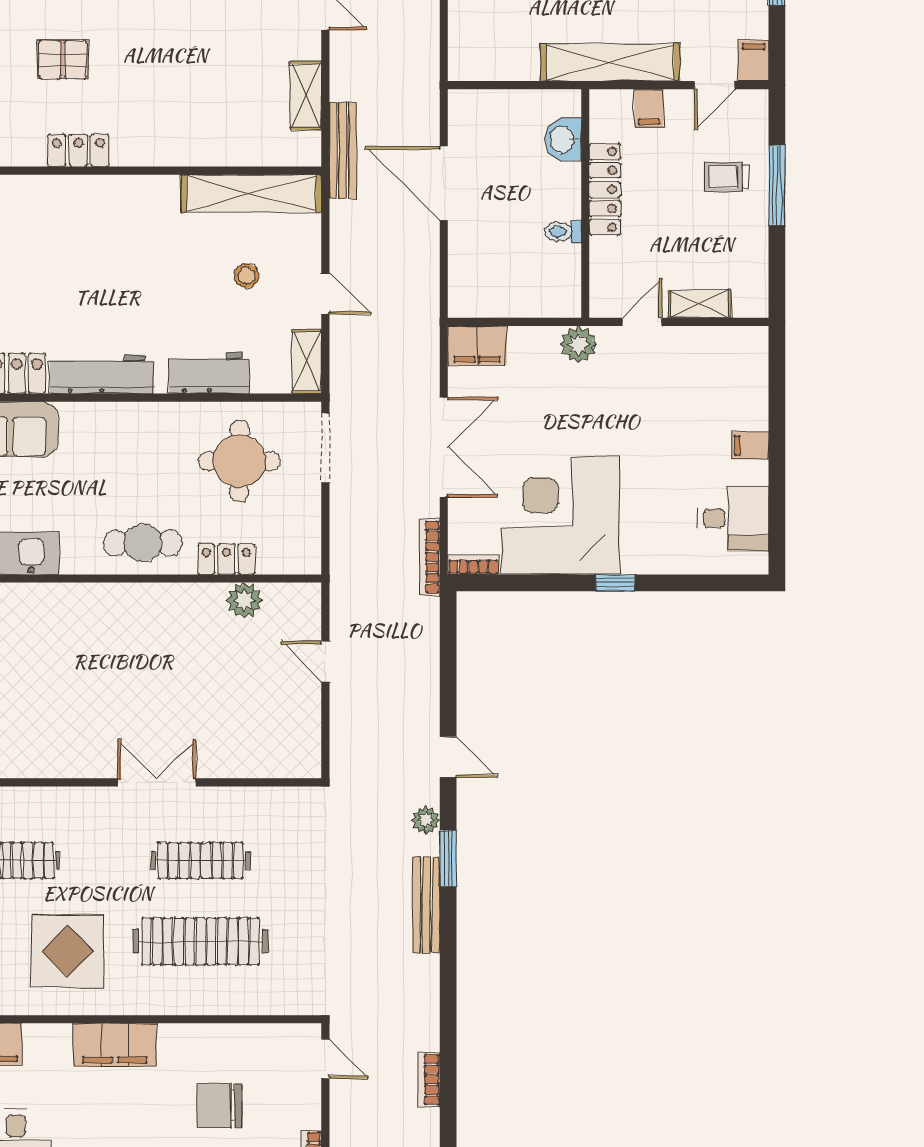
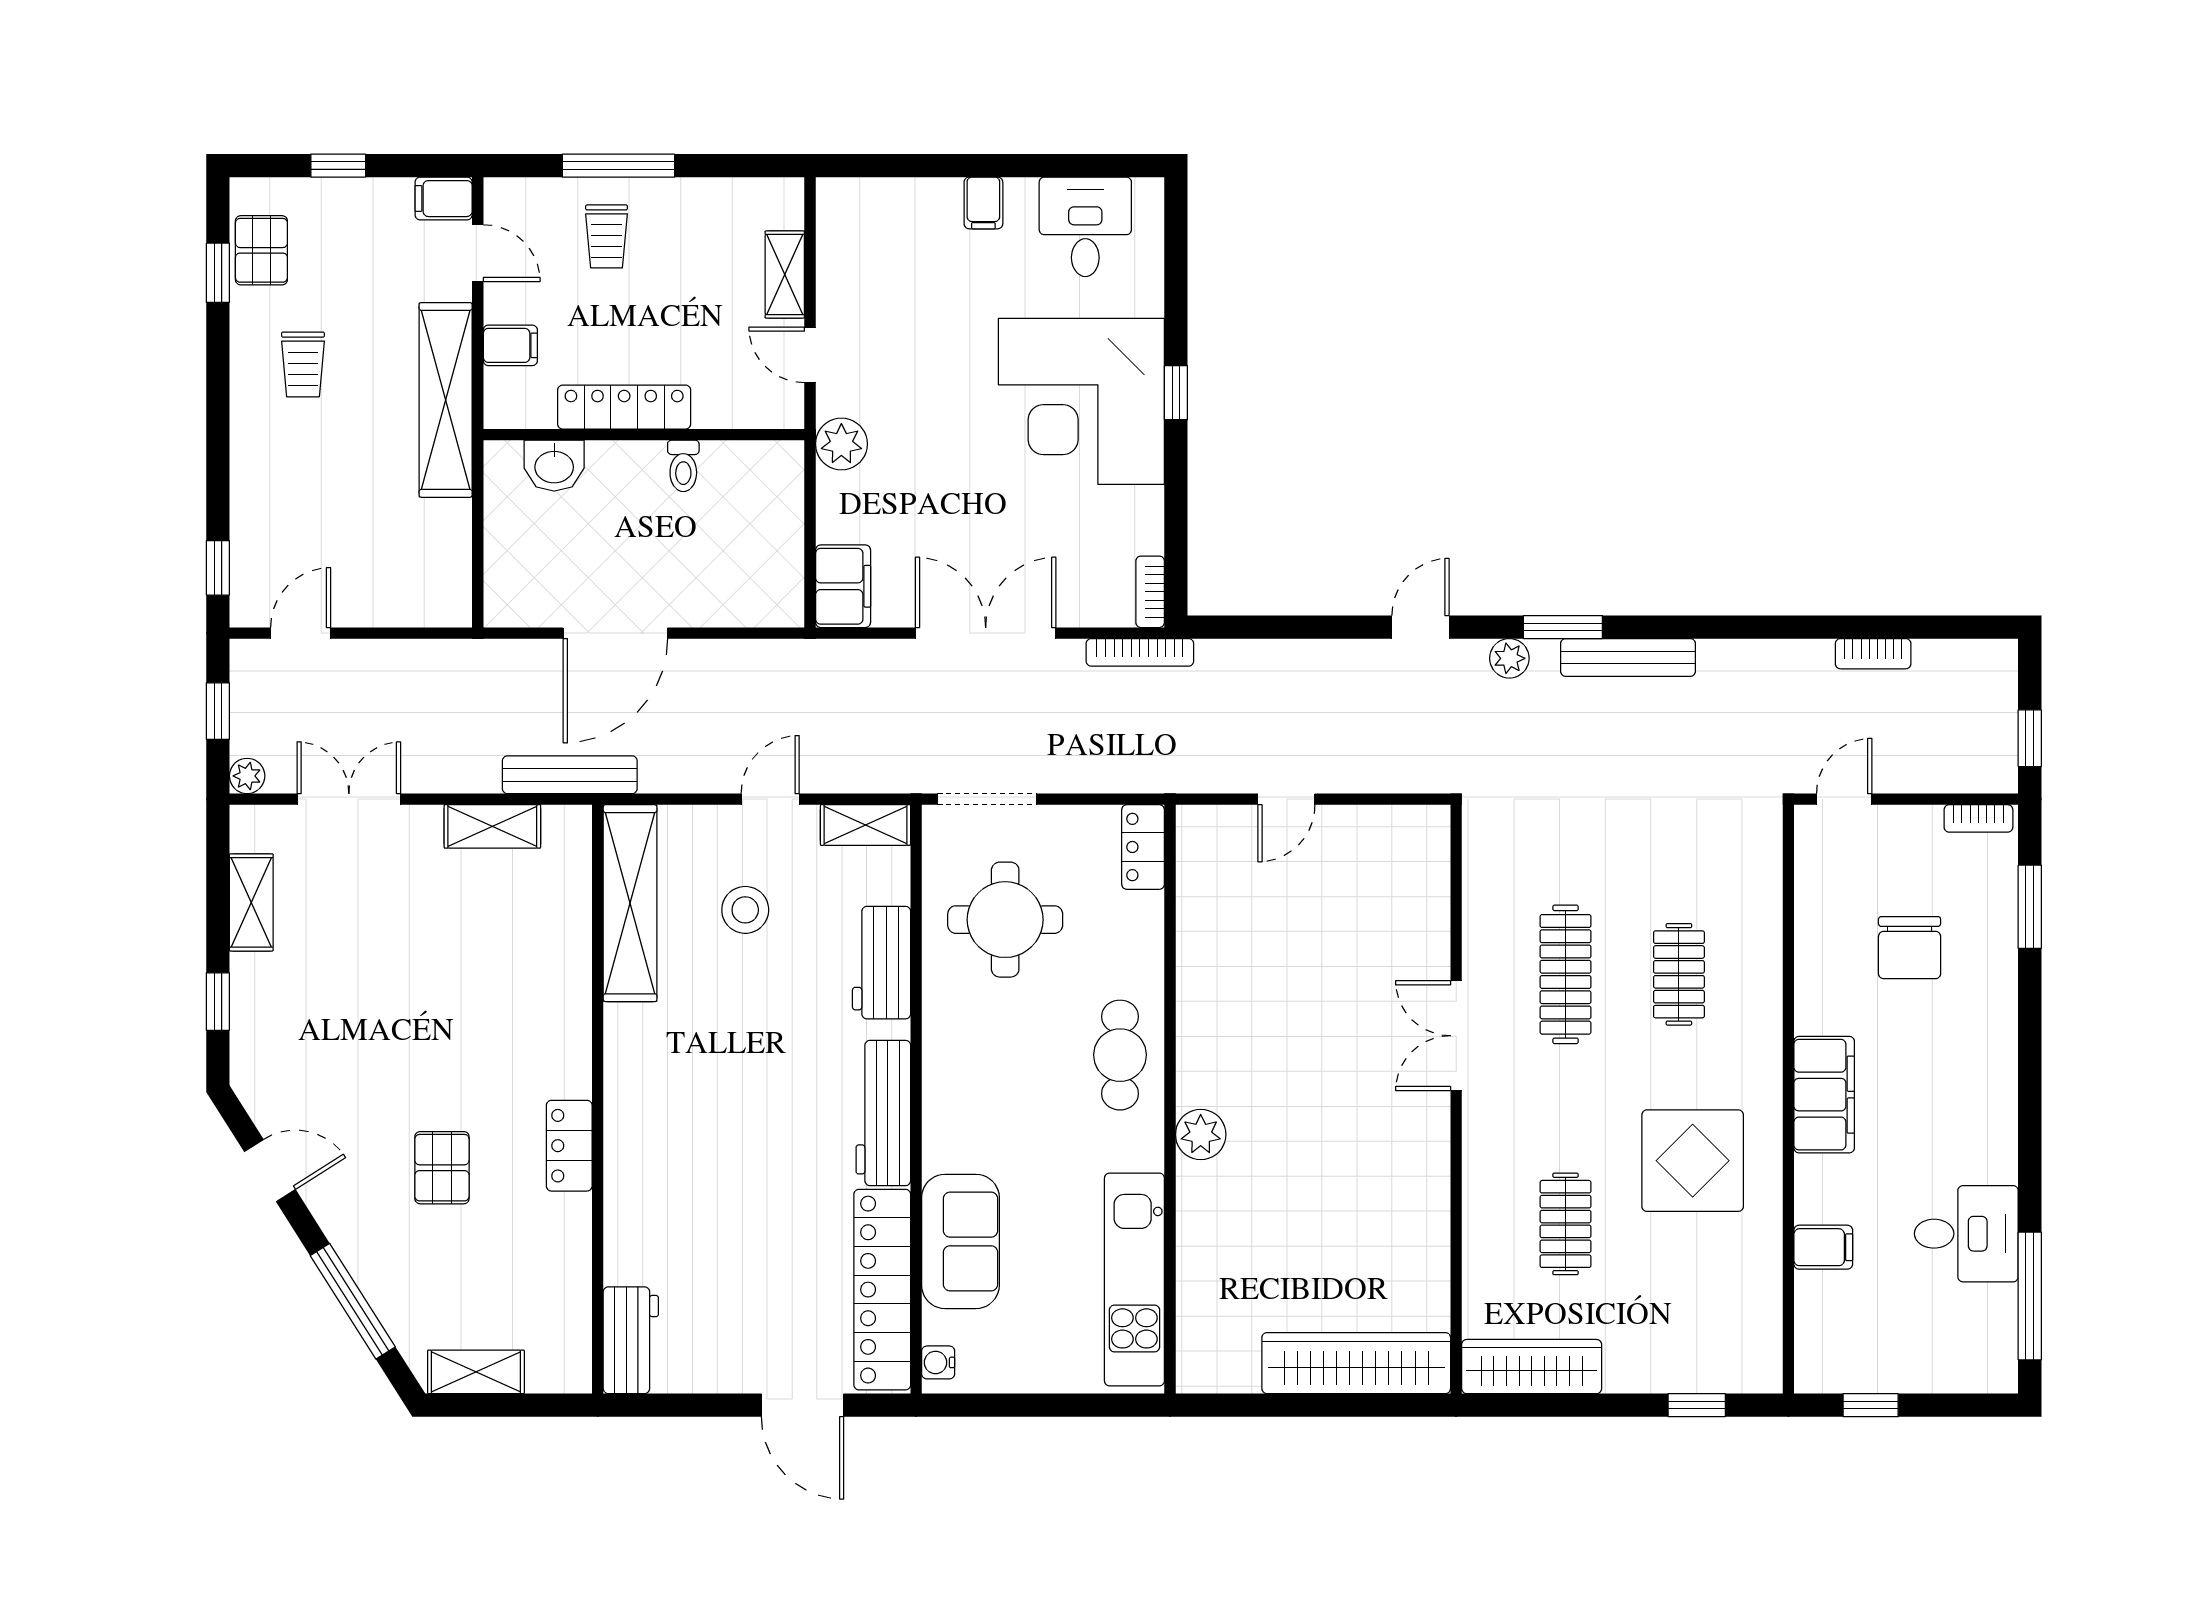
stool: (246, 276) -> (745, 910), width x1.37, depth x1.37
corner desk: (560, 515) -> (1081, 401), moved
locker: (226, 559) -> (1143, 847), moved
plant: (245, 600) -> (1201, 1134), moved
clothes rail: (200, 941) -> (1679, 974), width x0.54, depth x0.76

